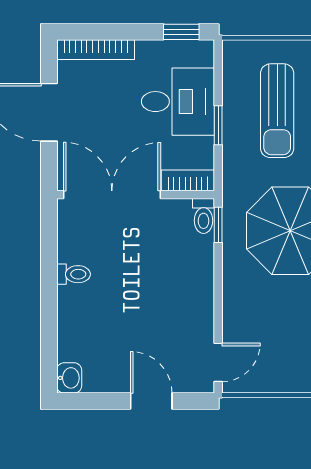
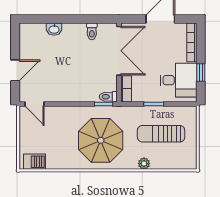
window: (181, 32) -> (201, 72), moved
desk: (178, 102) -> (179, 80), moved, turned -90
toilet: (74, 274) -> (92, 31), moved
washbasin: (69, 378) -> (54, 29), moved

